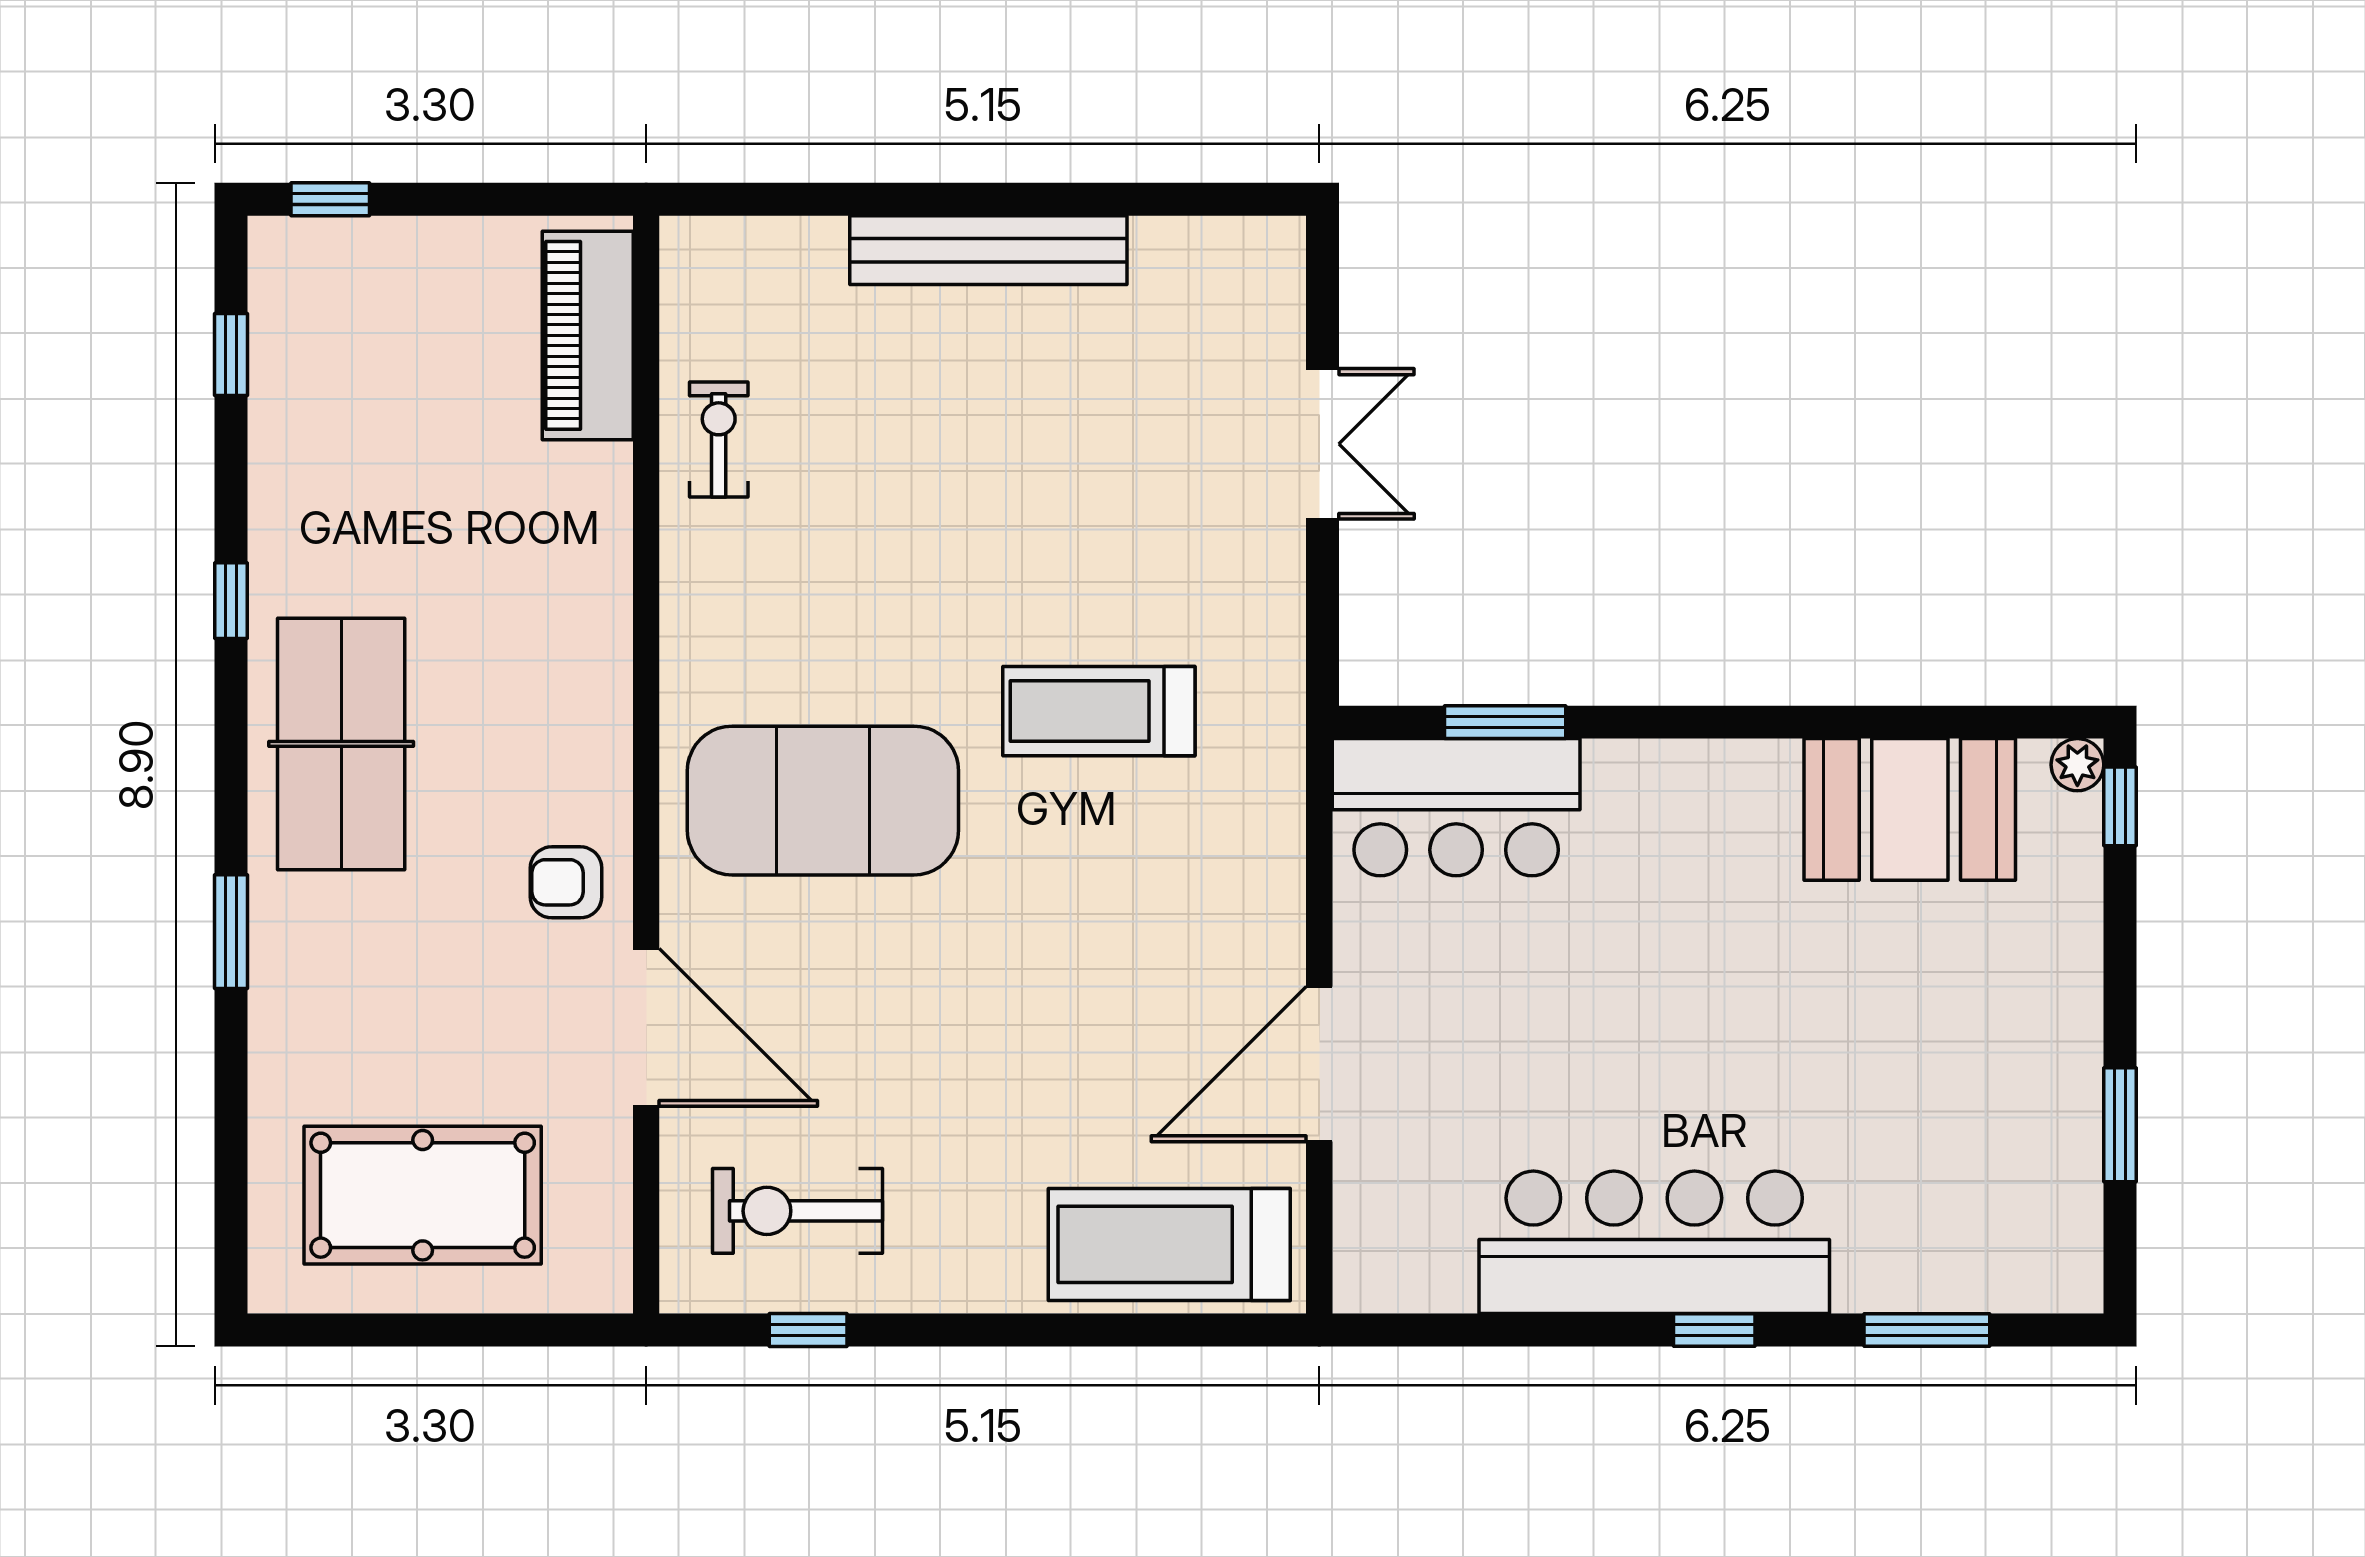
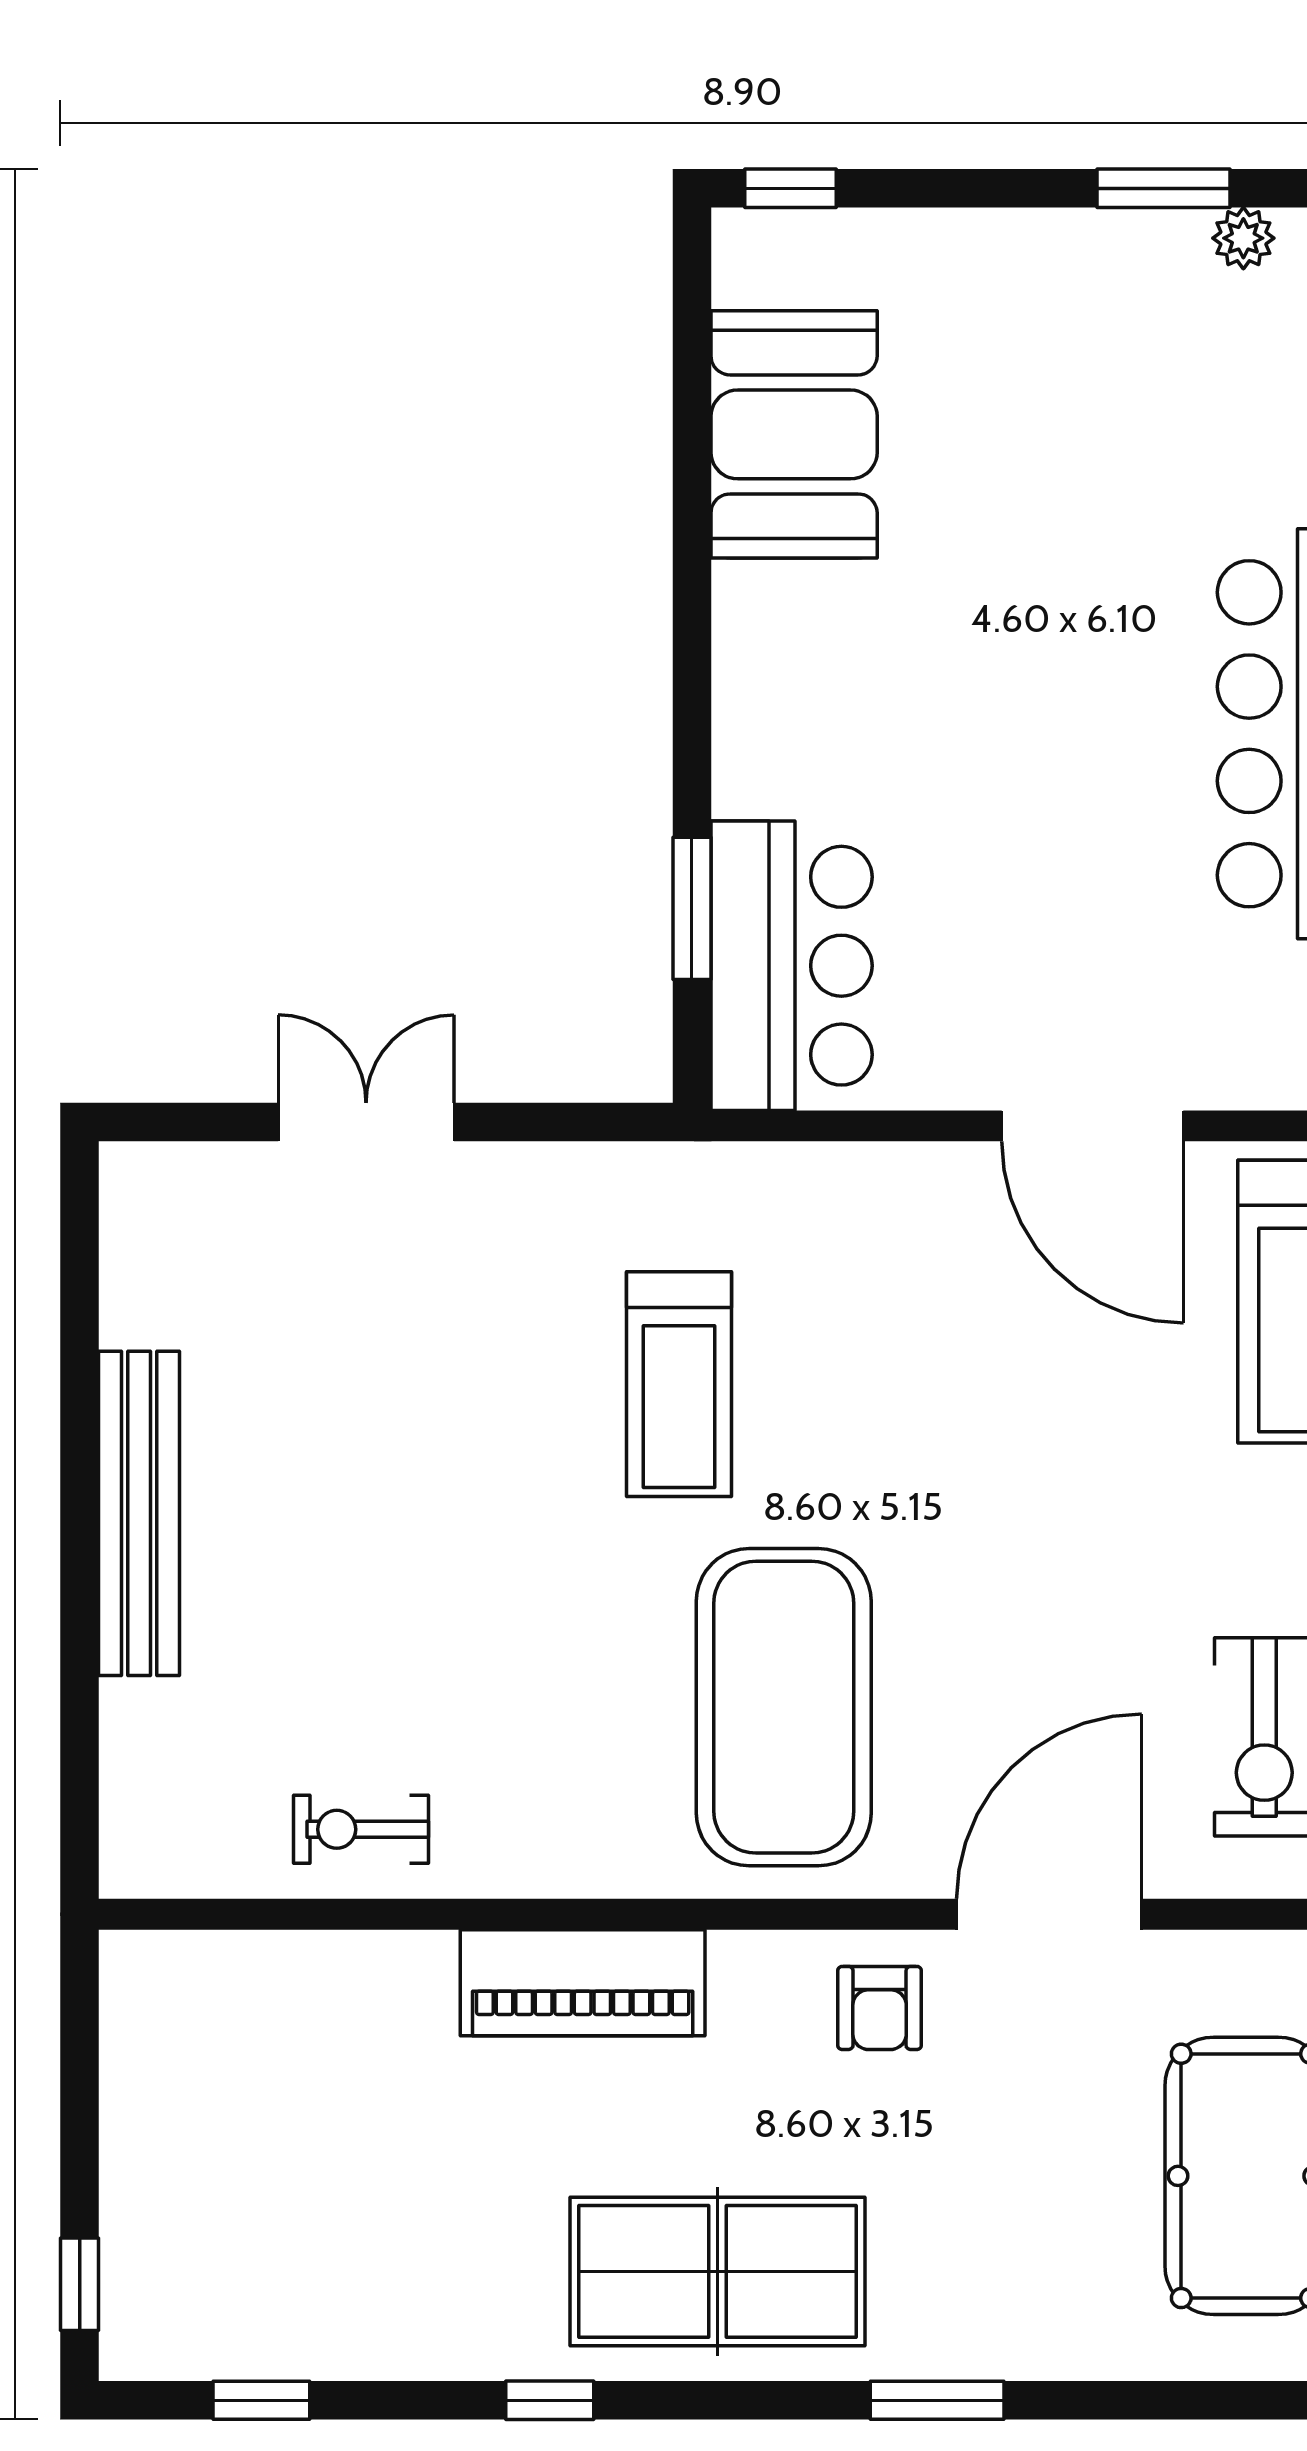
piano: (588, 335) -> (583, 1983), moved
plant: (2077, 765) -> (1243, 238), moved

